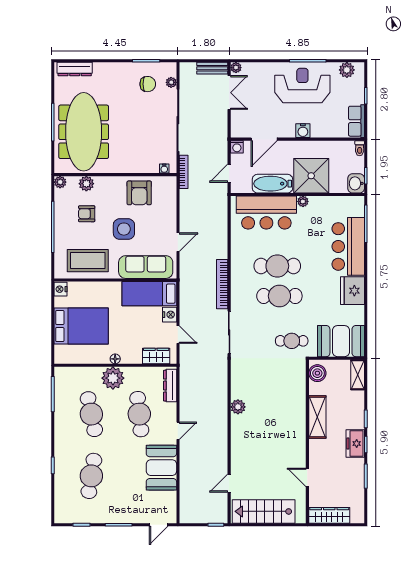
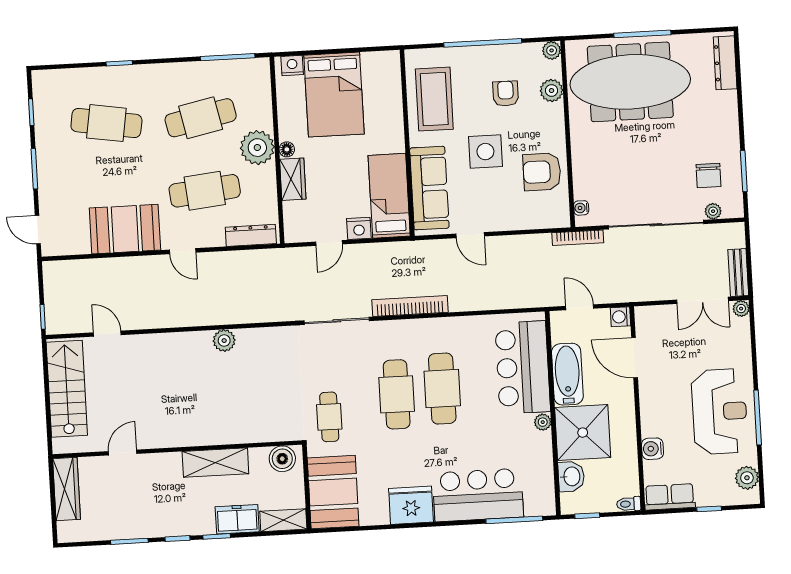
water cooler: (303, 131) -> (652, 449), moved
washbasin: (356, 183) -> (571, 476), moved, turned 90
nightstand: (61, 289) -> (292, 66), moved
wardrobe: (156, 356) -> (293, 179), moved
freezer: (355, 444) -> (237, 519), moved

